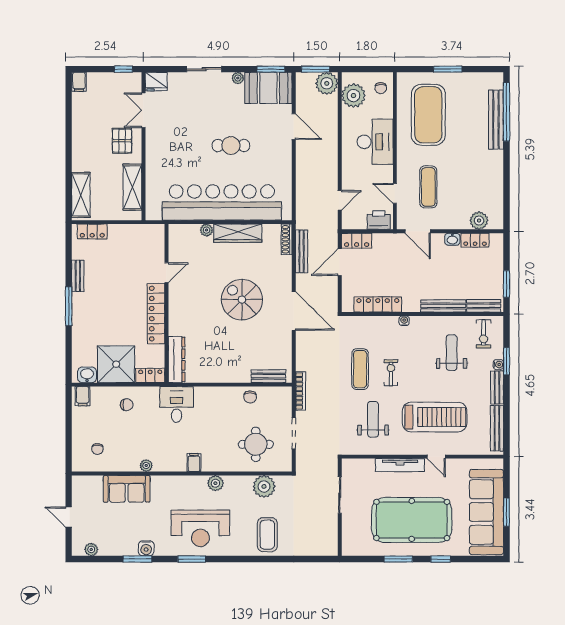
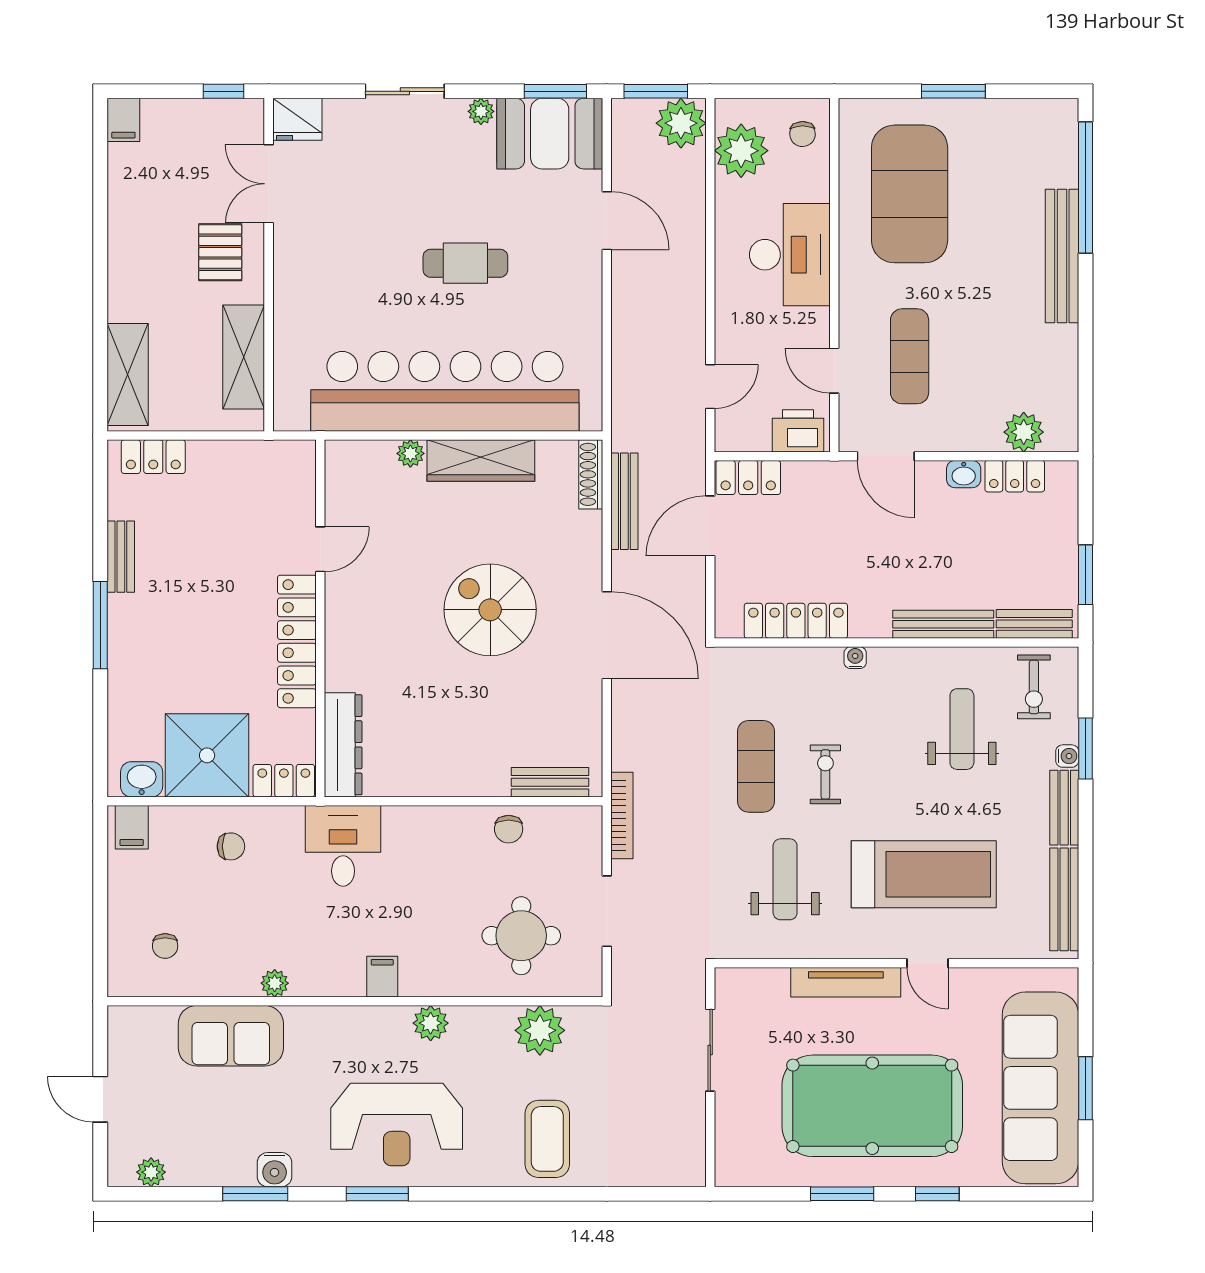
bench: (496, 120) -> (1062, 256), moved

